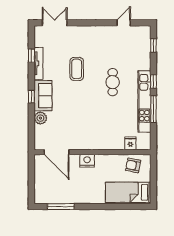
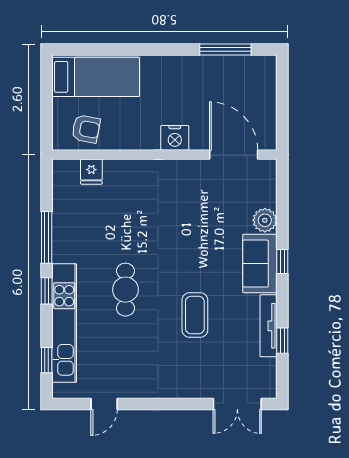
kitchen unit: (144, 101) -> (64, 323), moved

